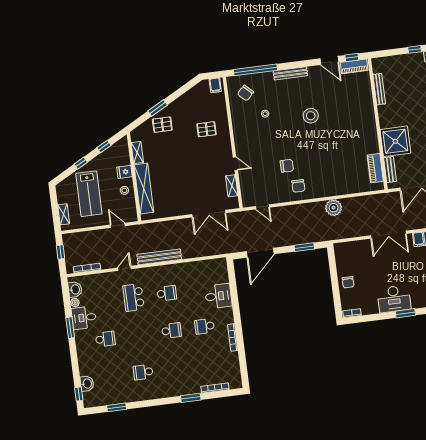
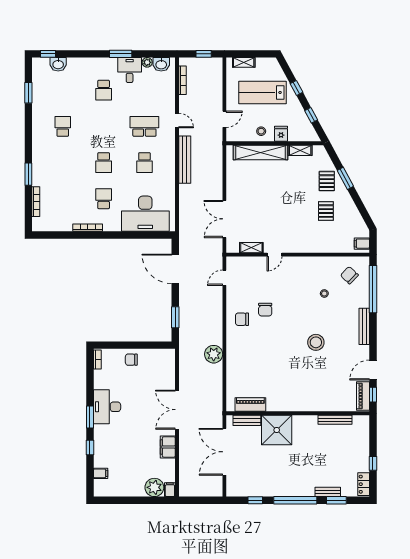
pallet: (207, 129) -> (326, 211), moved
desk: (218, 296) -> (145, 214), width x1.87, depth x1.30

